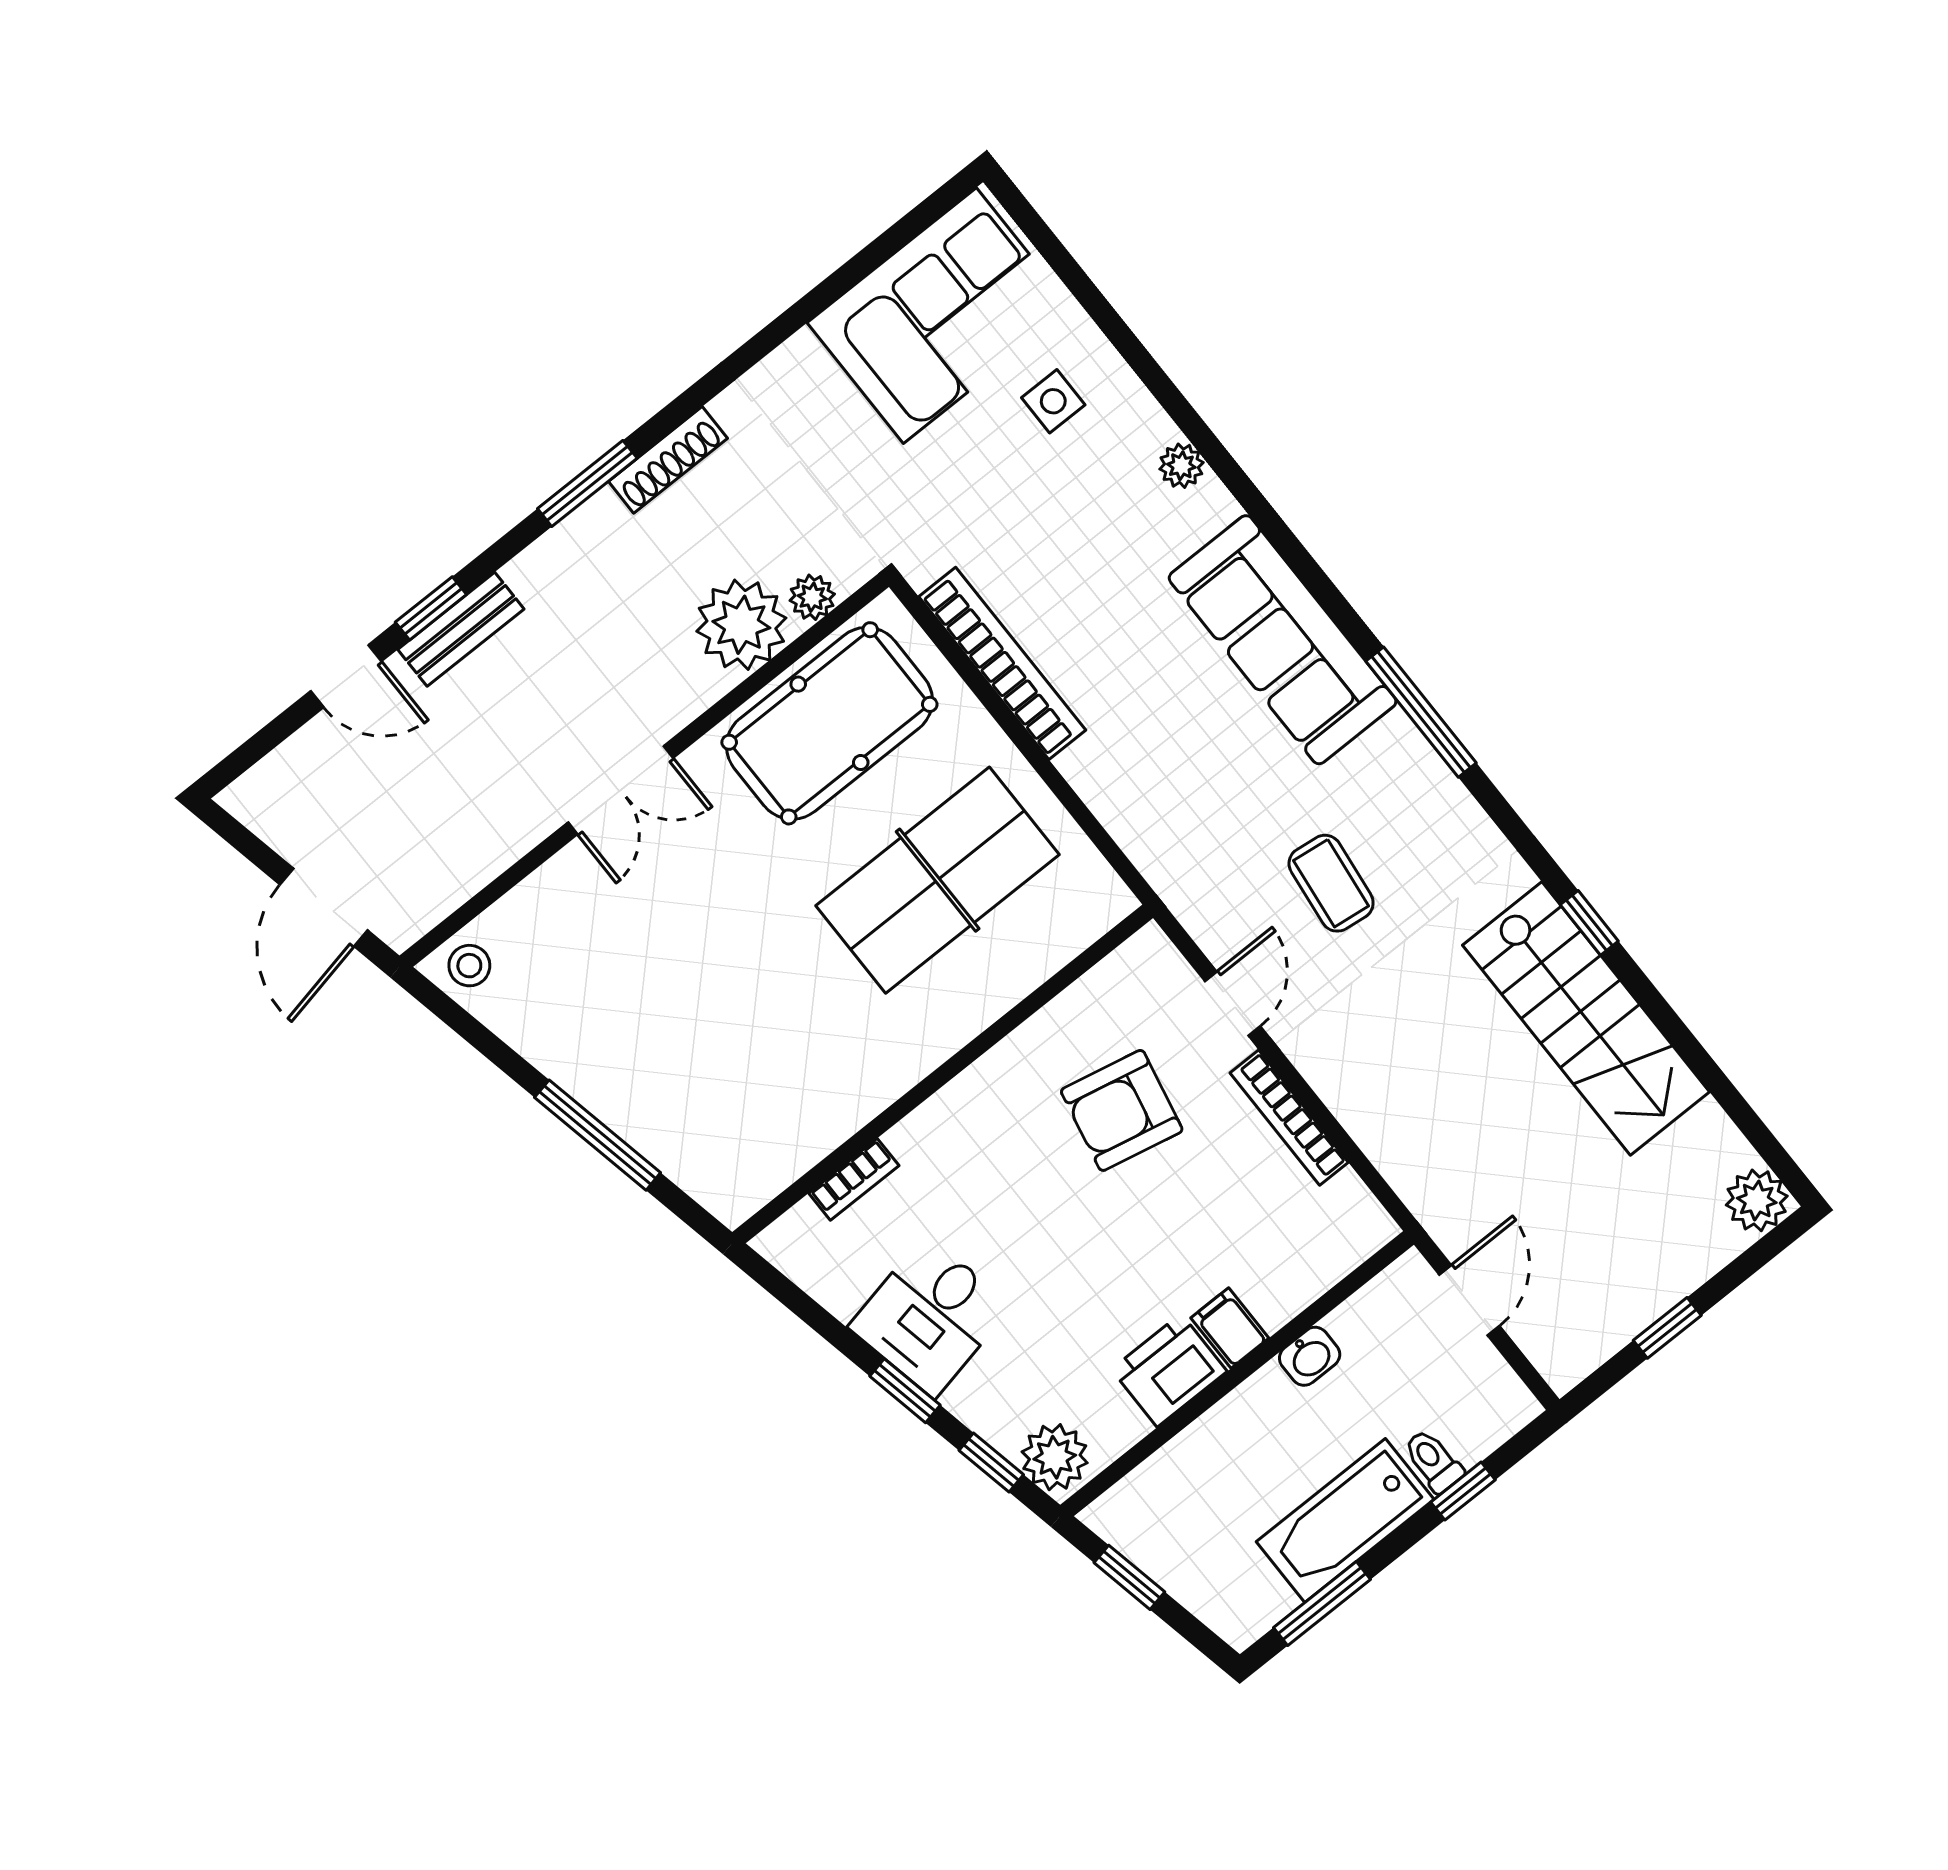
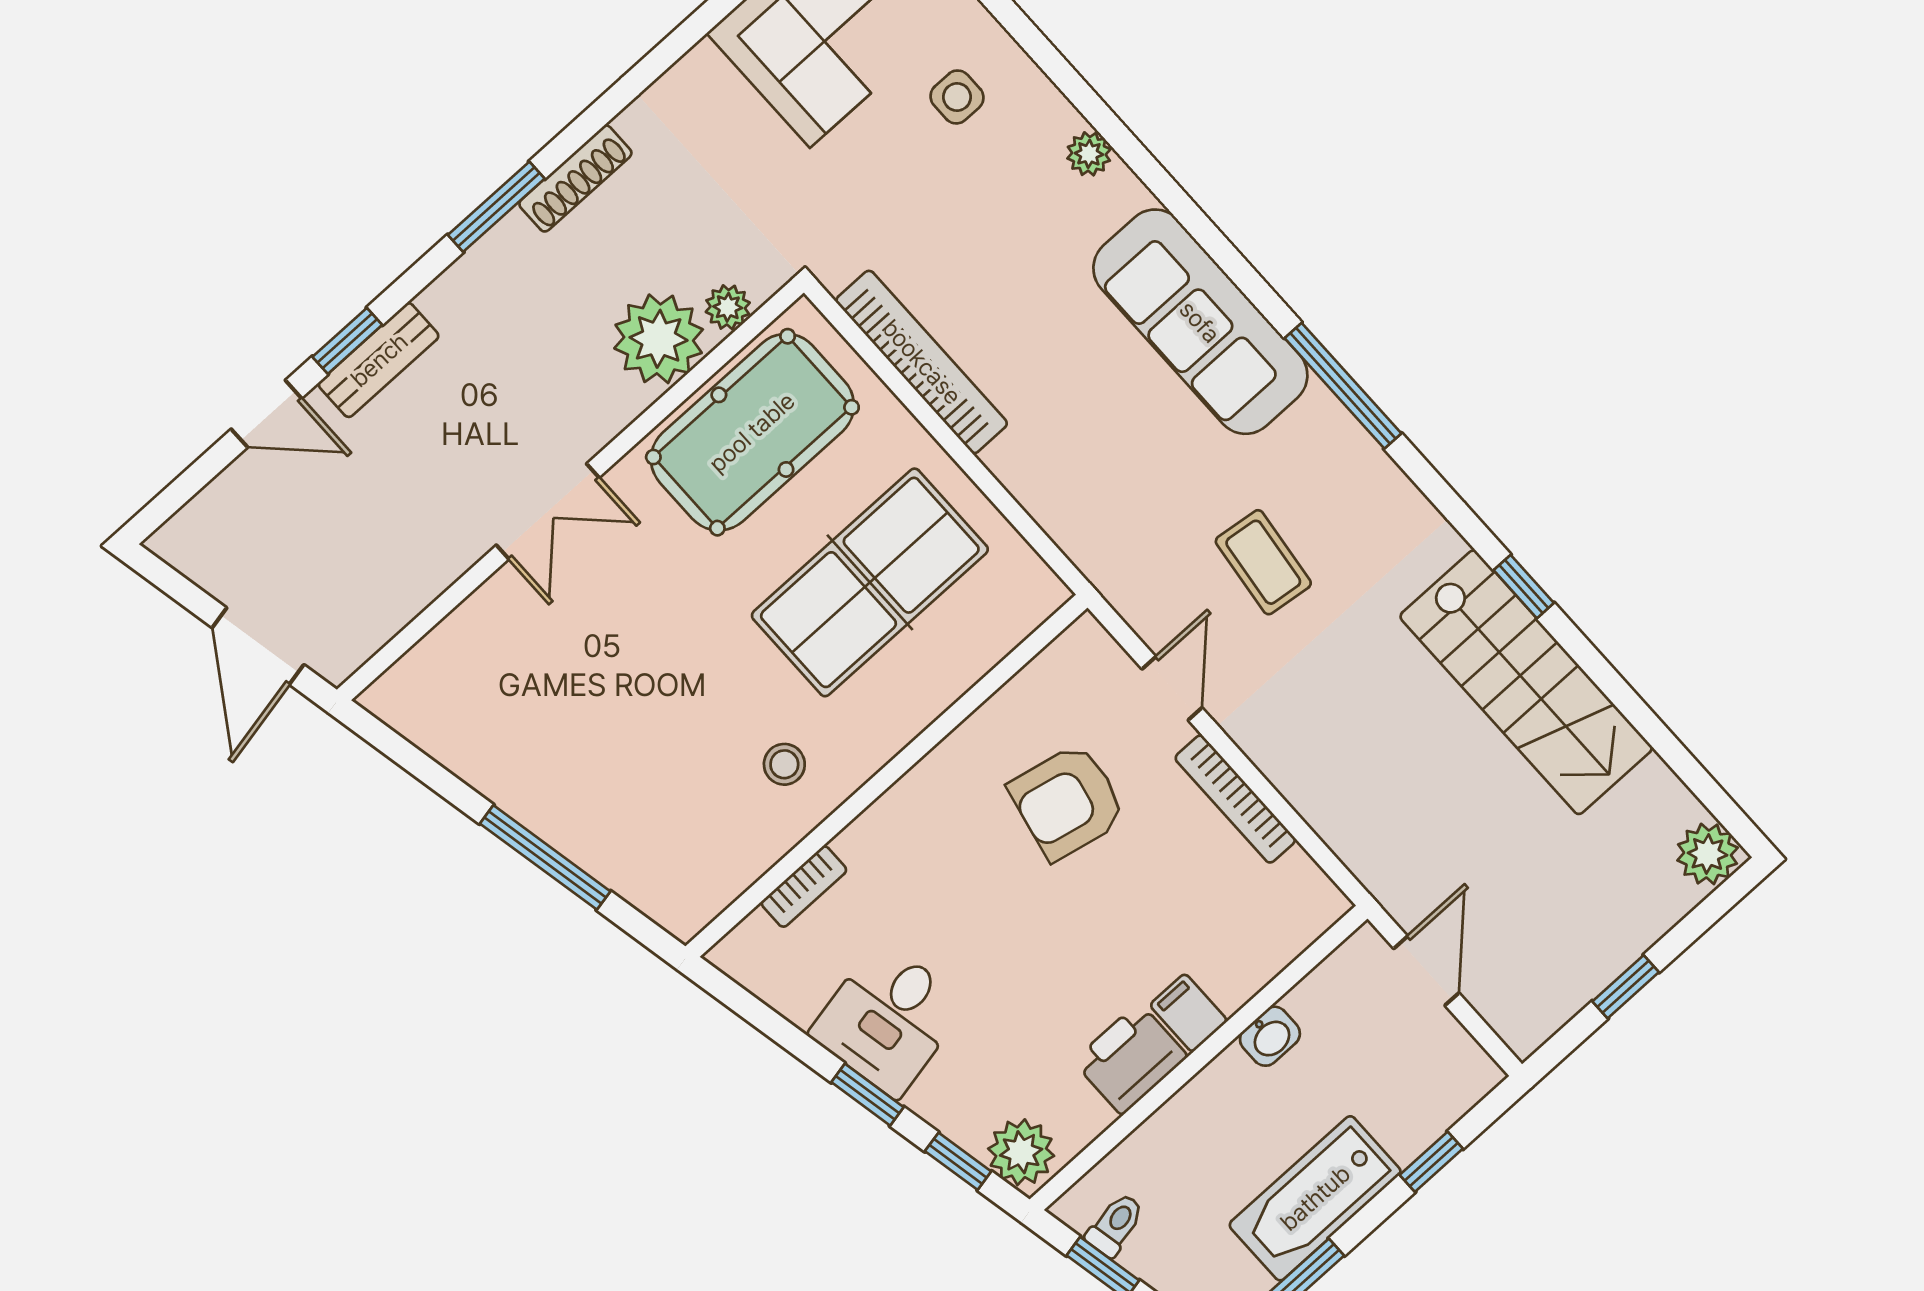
stool: (469, 966) -> (784, 764), moved
toilet: (1433, 1461) -> (1115, 1225), moved, turned 78

